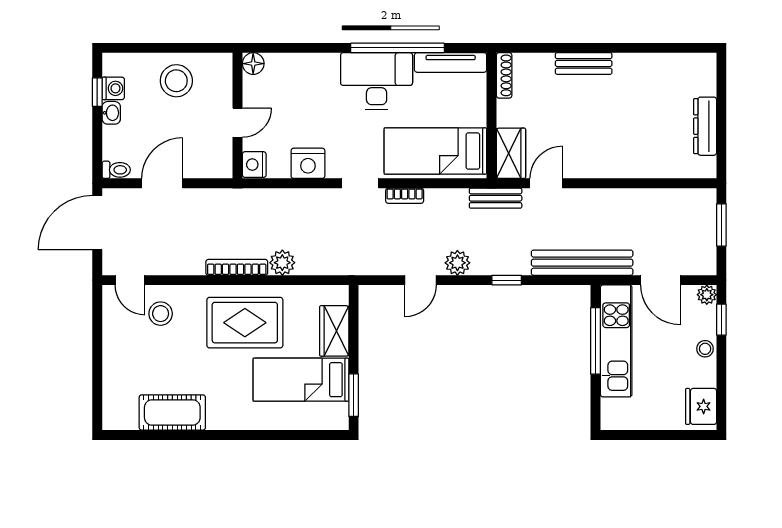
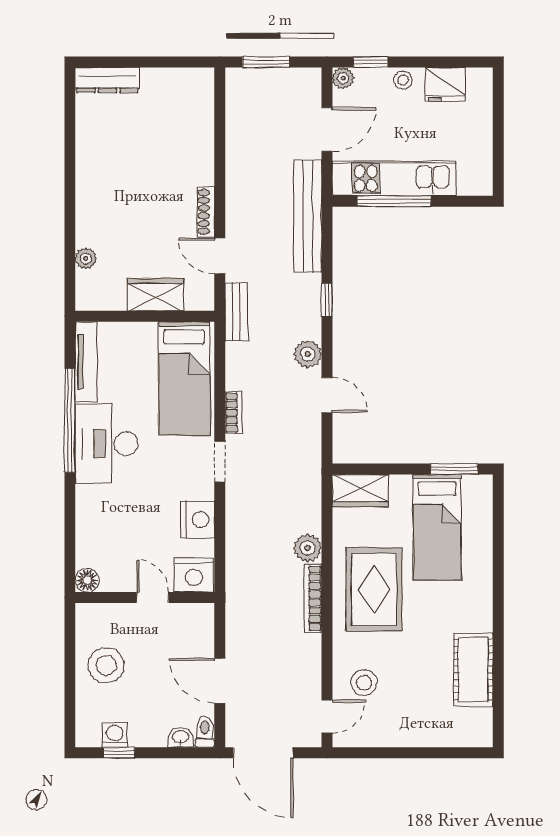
plant: (544, 62) -> (86, 258), added
bench: (584, 63) -> (87, 214), removed
shoe rack: (504, 75) -> (206, 212), moved, turned -90
washbasin: (111, 113) -> (181, 737), moved
dresser: (705, 126) -> (107, 80), moved
wardrobe: (511, 153) -> (155, 295), moved
nightstand: (254, 165) -> (194, 575), width x1.36, depth x1.33
wardrobe: (334, 331) -> (360, 491), moved
fridge: (701, 406) -> (445, 85), moved

